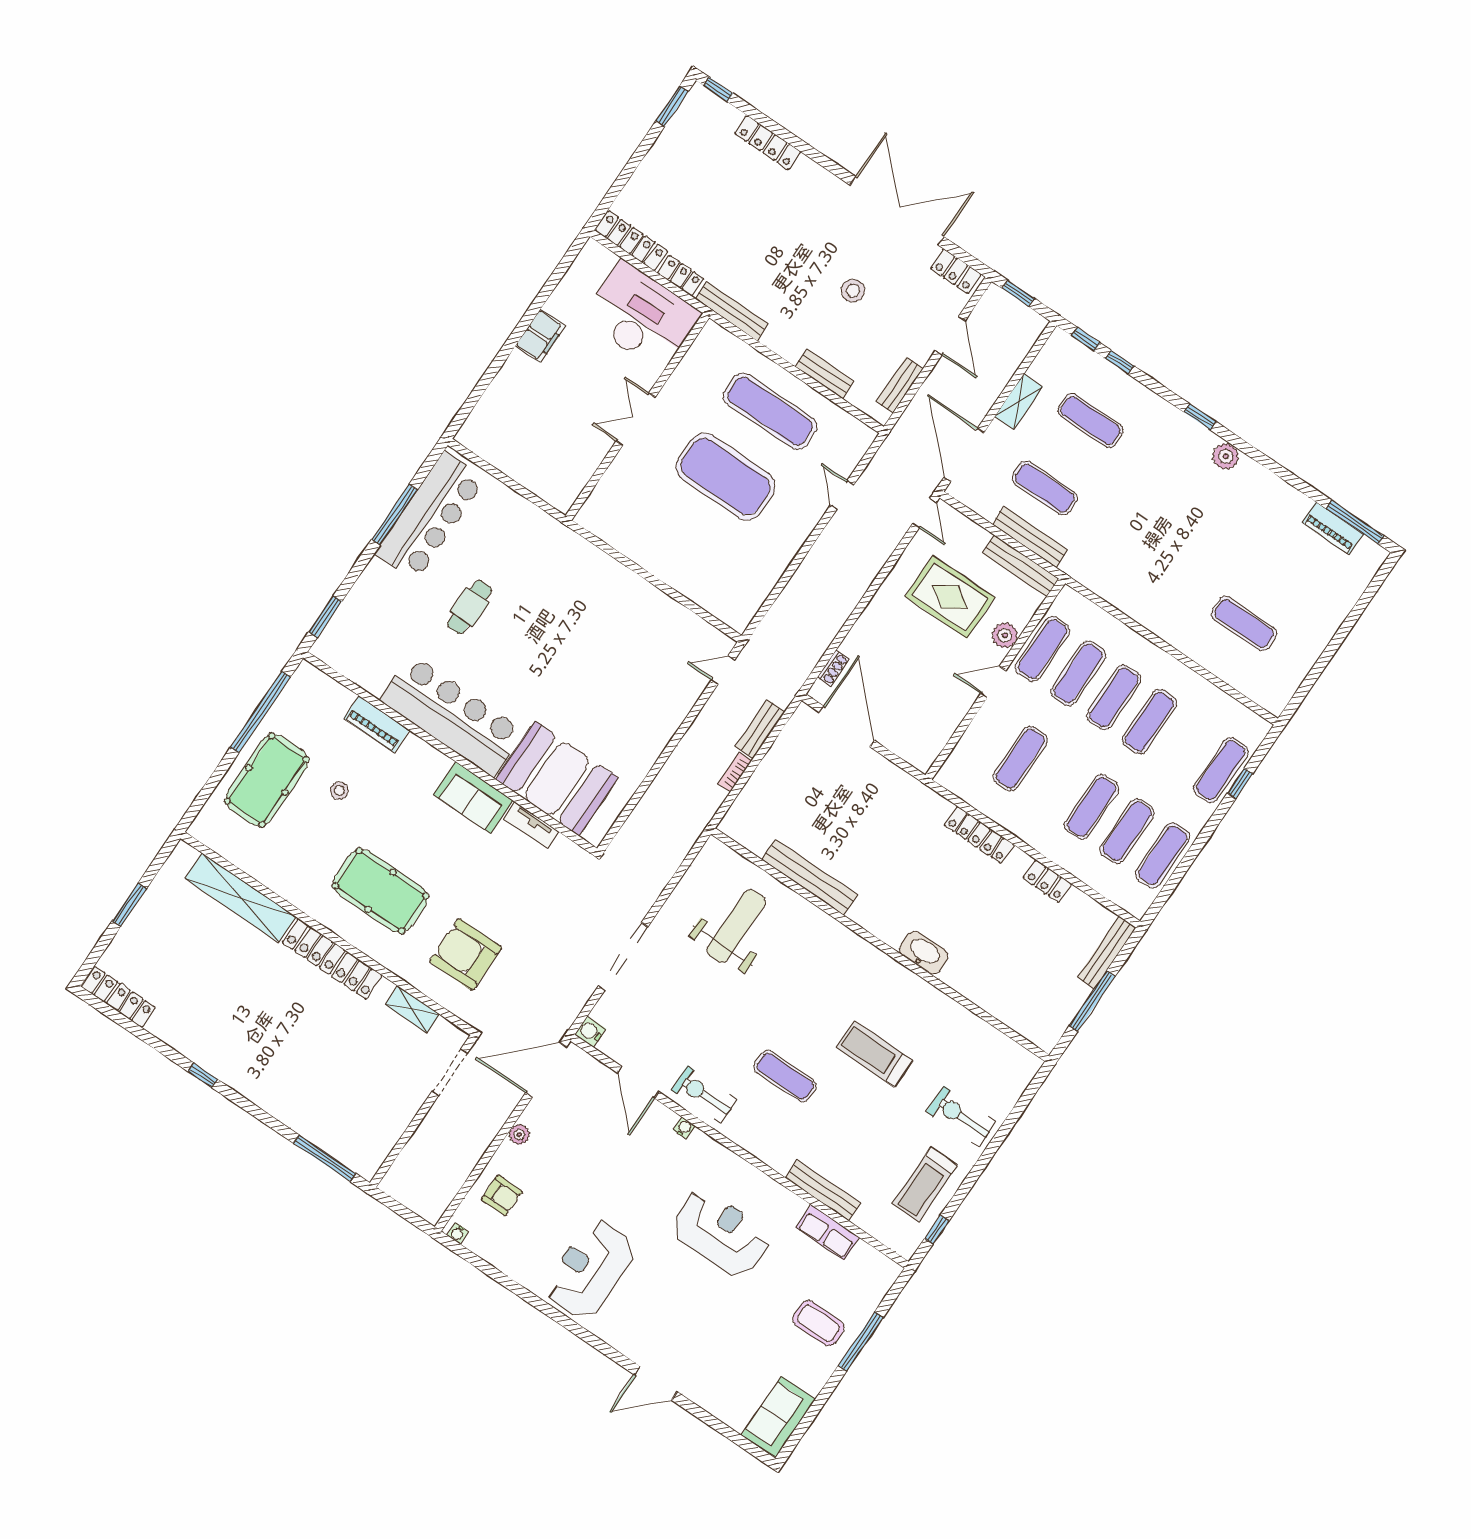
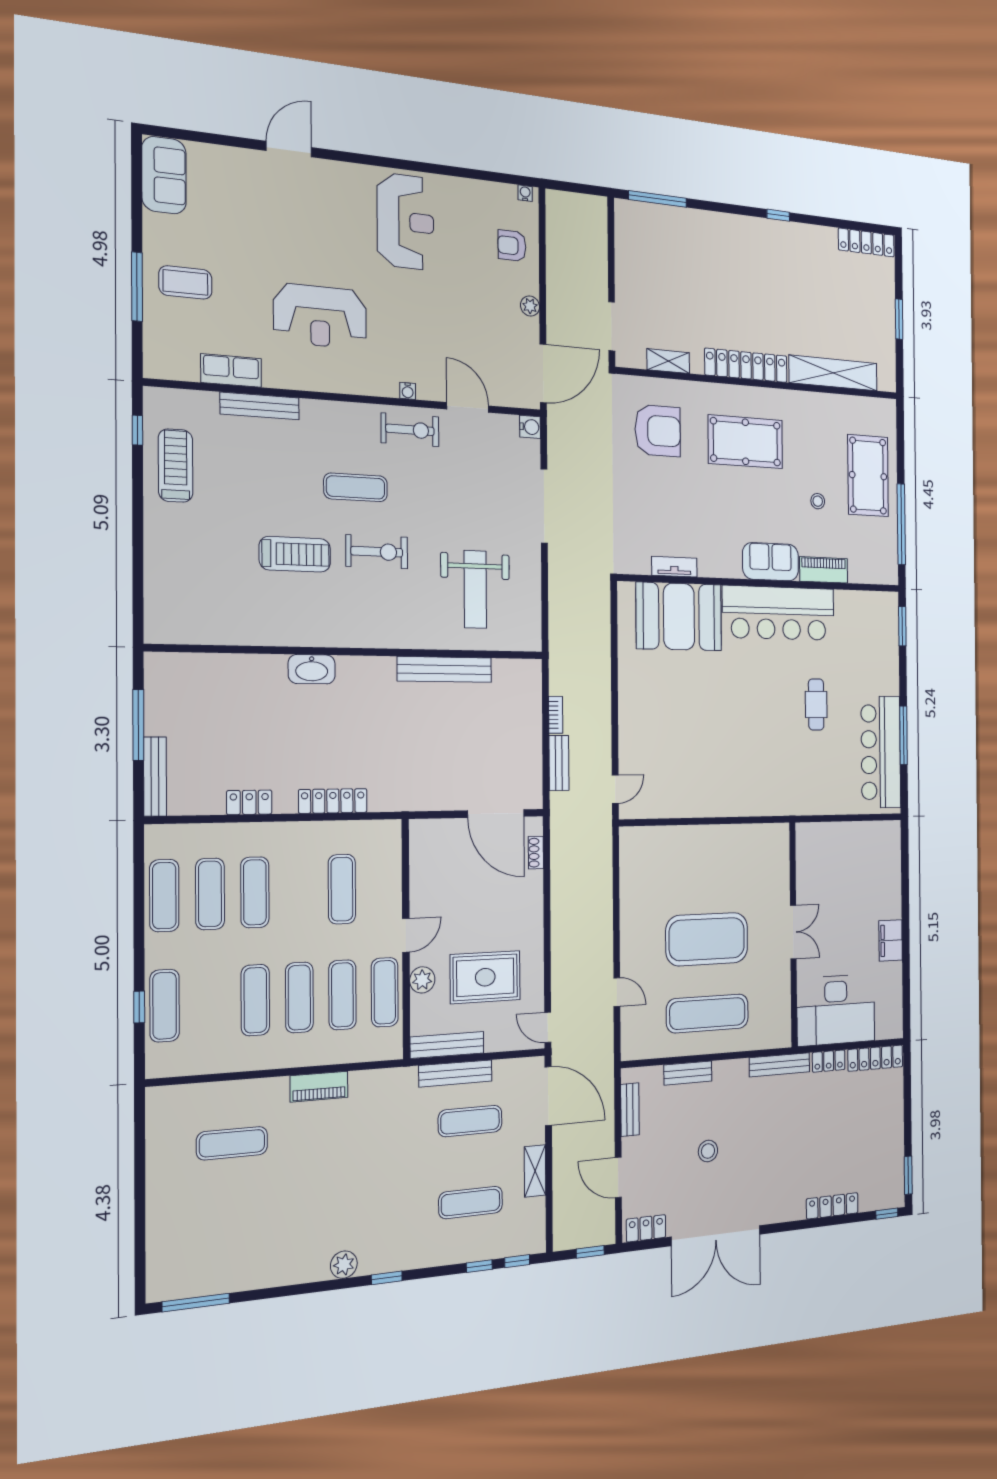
piano: (1332, 528) -> (319, 1087), moved, turned 180
sofa: (473, 798) -> (771, 562), moved
exercise bike: (961, 1117) -> (377, 552), moved

